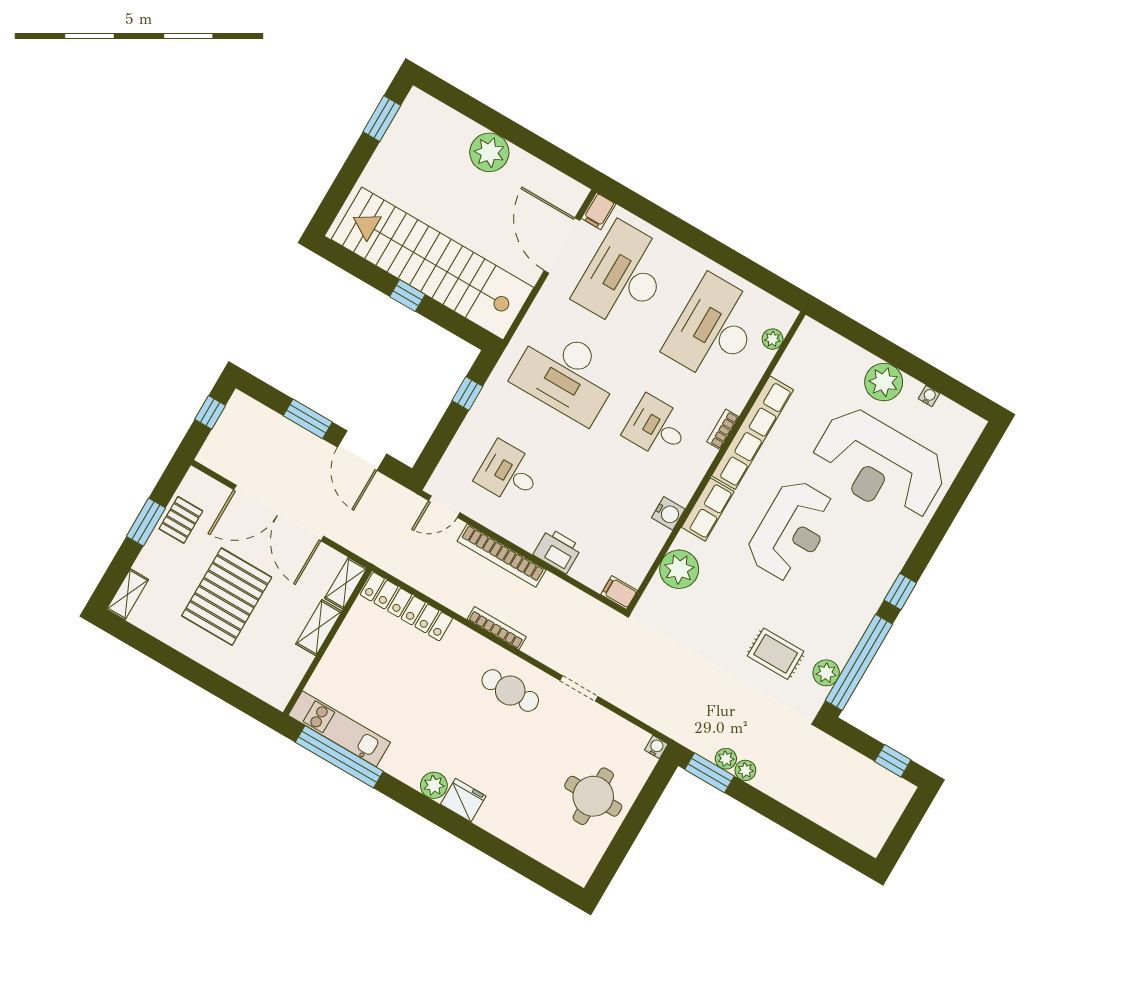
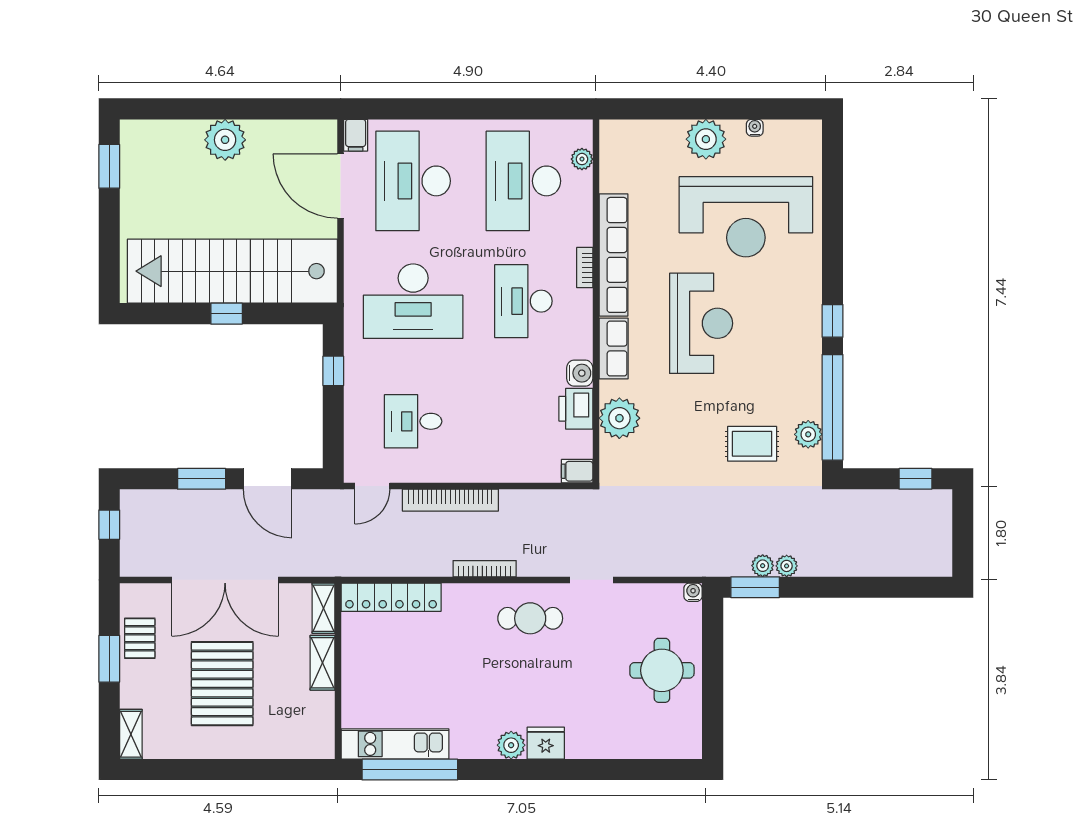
desk: (657, 427) -> (523, 301), width x1.37
printer: (557, 551) -> (576, 409), moved, turned -90

